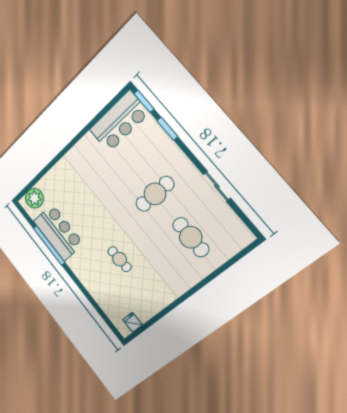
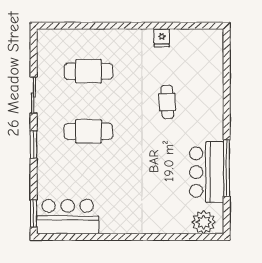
window: (167, 129) -> (34, 145), moved
cafe table: (191, 237) -> (88, 71), turned 90
fridge: (133, 322) -> (162, 38), moved

